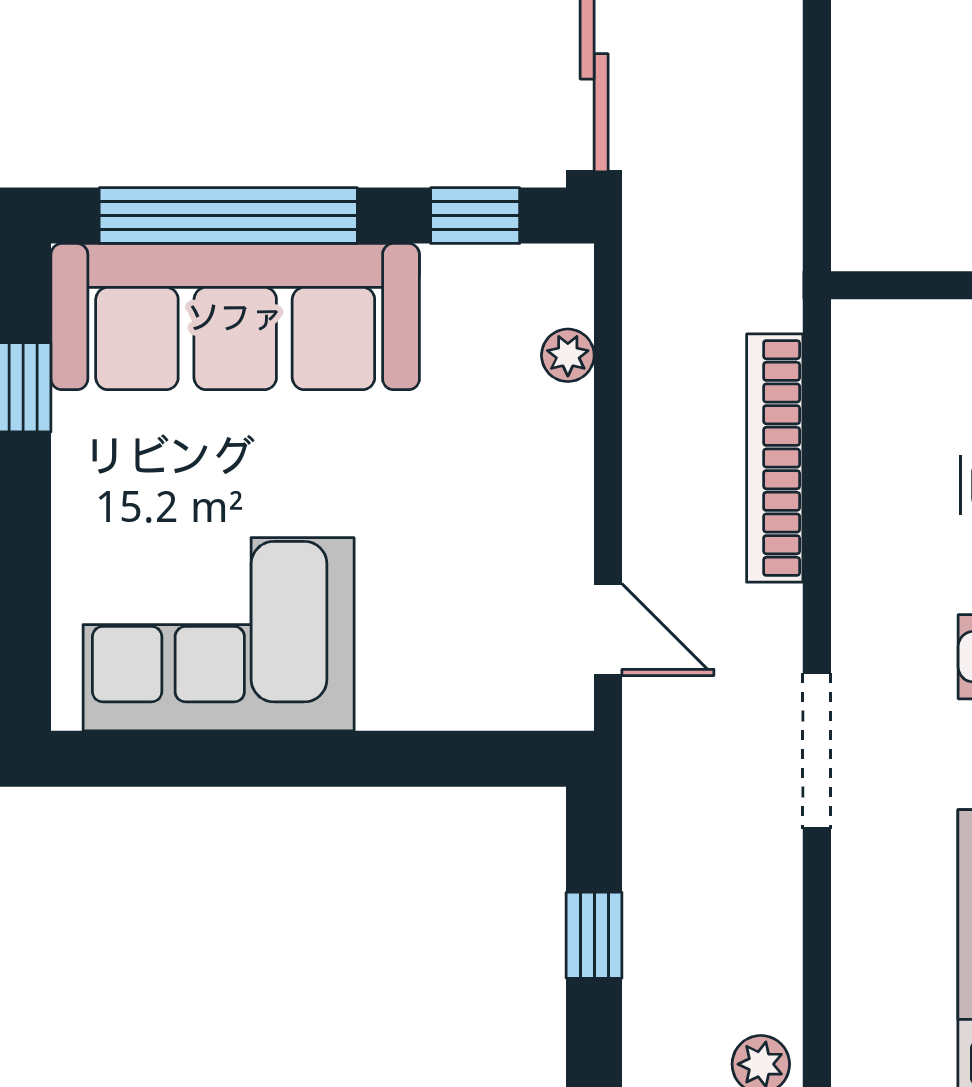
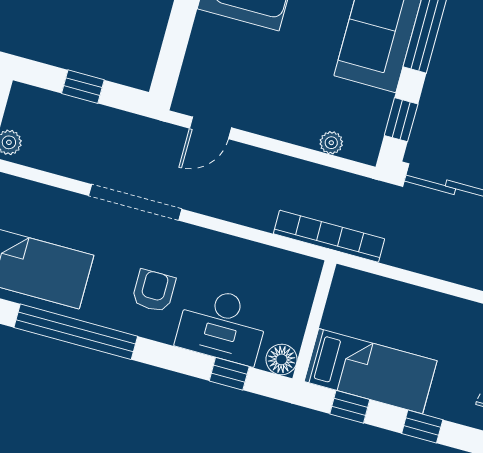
bookcase: (775, 458) -> (329, 236), moved
doorway: (817, 751) -> (135, 202), width x1.36

